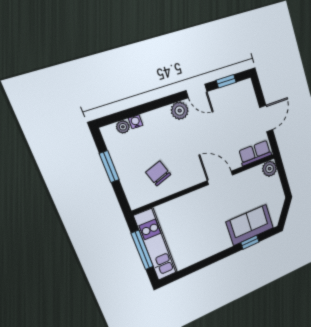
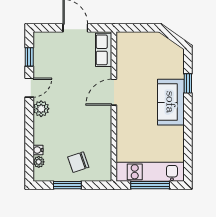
plant: (270, 169) -> (124, 40), removed
chair: (158, 173) -> (78, 162), moved
sofa: (250, 225) -> (171, 102), moved

